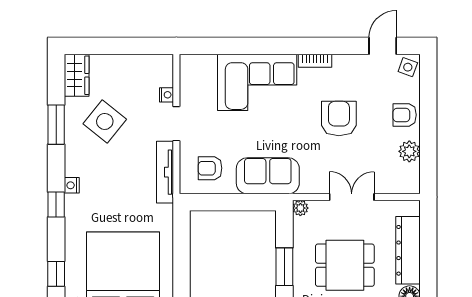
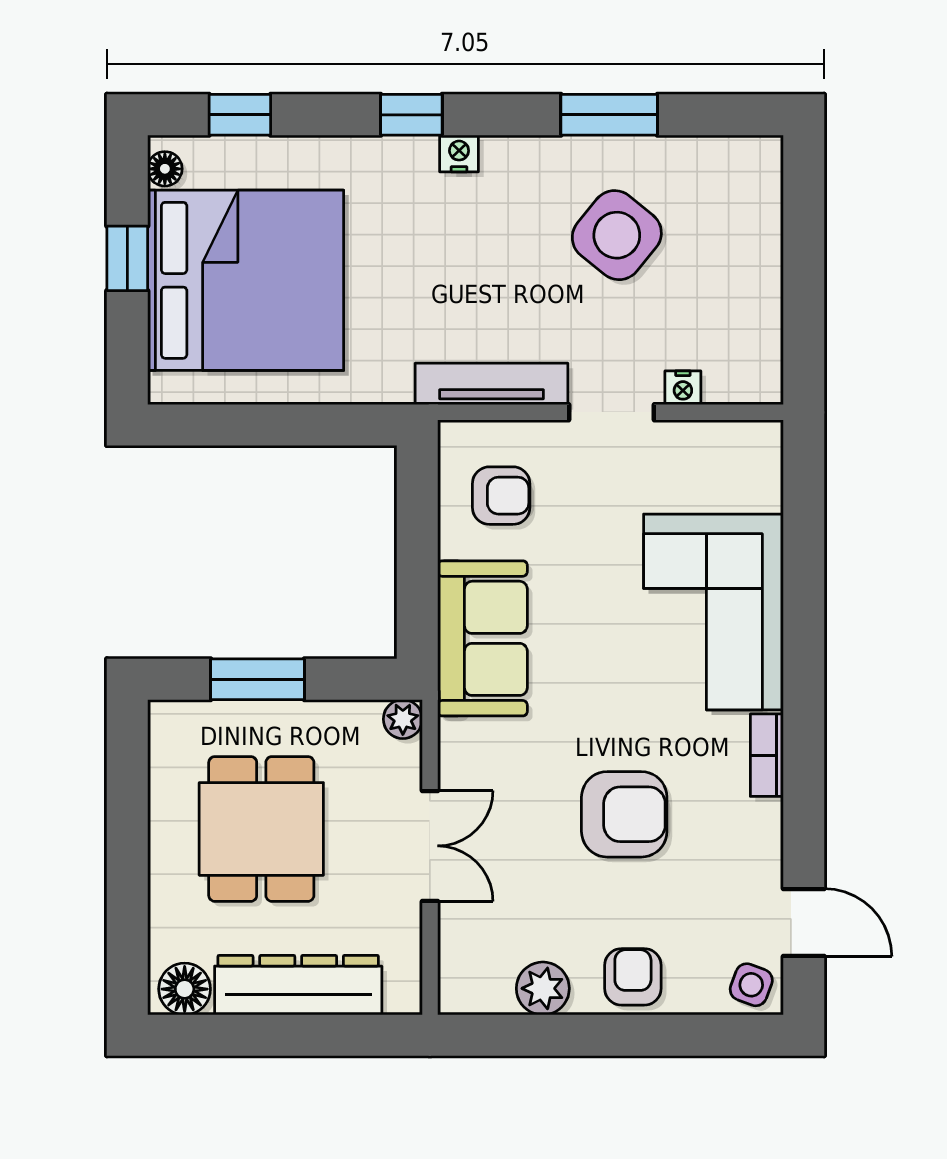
wardrobe: (77, 75) -> (731, 165), removed
armchair: (210, 168) -> (501, 496), turned 90

